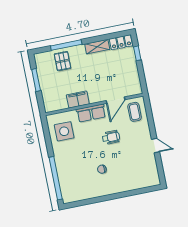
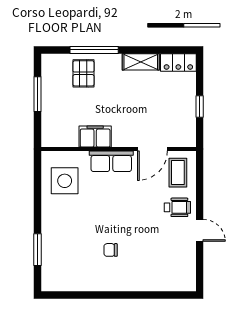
window: (137, 53) -> (200, 106), moved
wheelchair: (111, 137) -> (177, 207), moved
window: (56, 178) -> (37, 250), width x0.47

